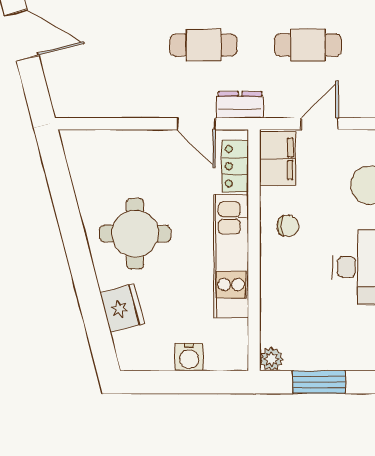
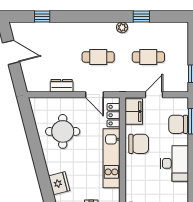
dresser: (240, 105) -> (62, 86), moved
chair: (288, 226) -> (139, 144), width x1.87, depth x1.87
round table: (135, 234) -> (63, 131), moved

